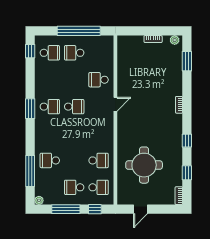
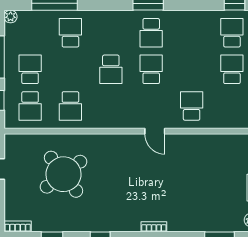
school desk: (50, 53) -> (232, 33), turned 180
school desk: (74, 107) -> (151, 69), turned 180
school desk: (74, 134) -> (111, 69), added
round table: (144, 165) -> (63, 174), turned -37

